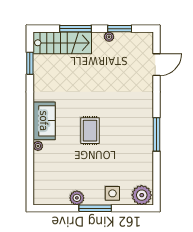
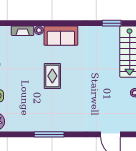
rug: (90, 131) -> (52, 76), turned 90
fireplace: (39, 165) -> (23, 31), added

